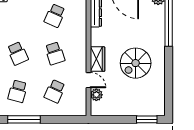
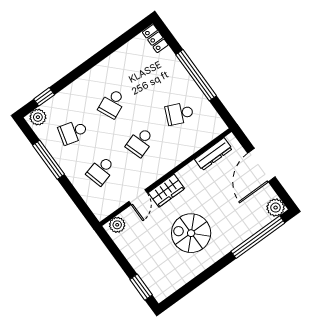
school desk: (55, 91) -> (101, 171), turned -39
plant: (96, 95) -> (117, 225), moved

